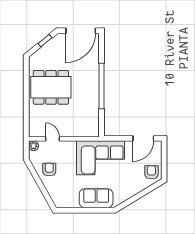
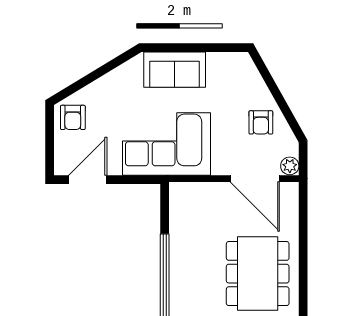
dining table: (51, 87) -> (258, 274), turned 90
door: (52, 139) -> (255, 179), width x1.87

